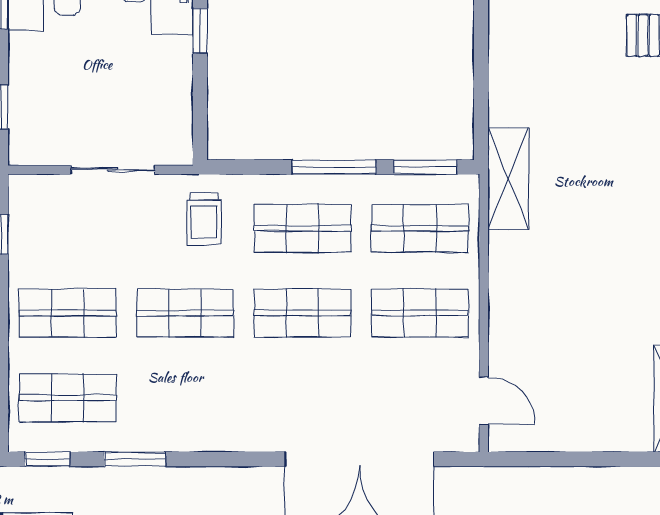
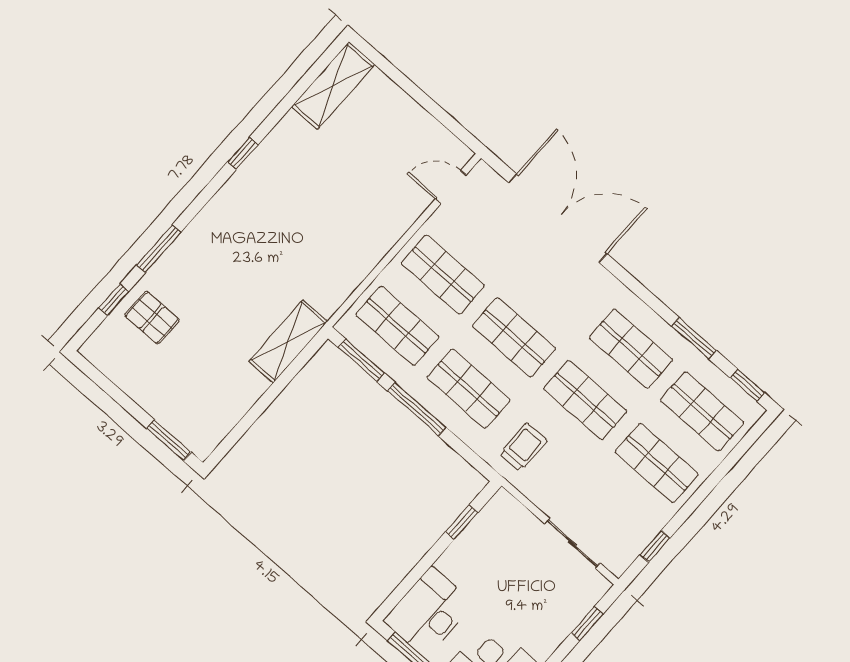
window: (200, 31) -> (462, 522), moved
sliding door: (113, 170) -> (572, 543), moved
shelving: (508, 179) -> (288, 342), moved
shop shelf: (185, 398) -> (631, 349), added
door: (484, 400) -> (451, 187), hinge flipped

